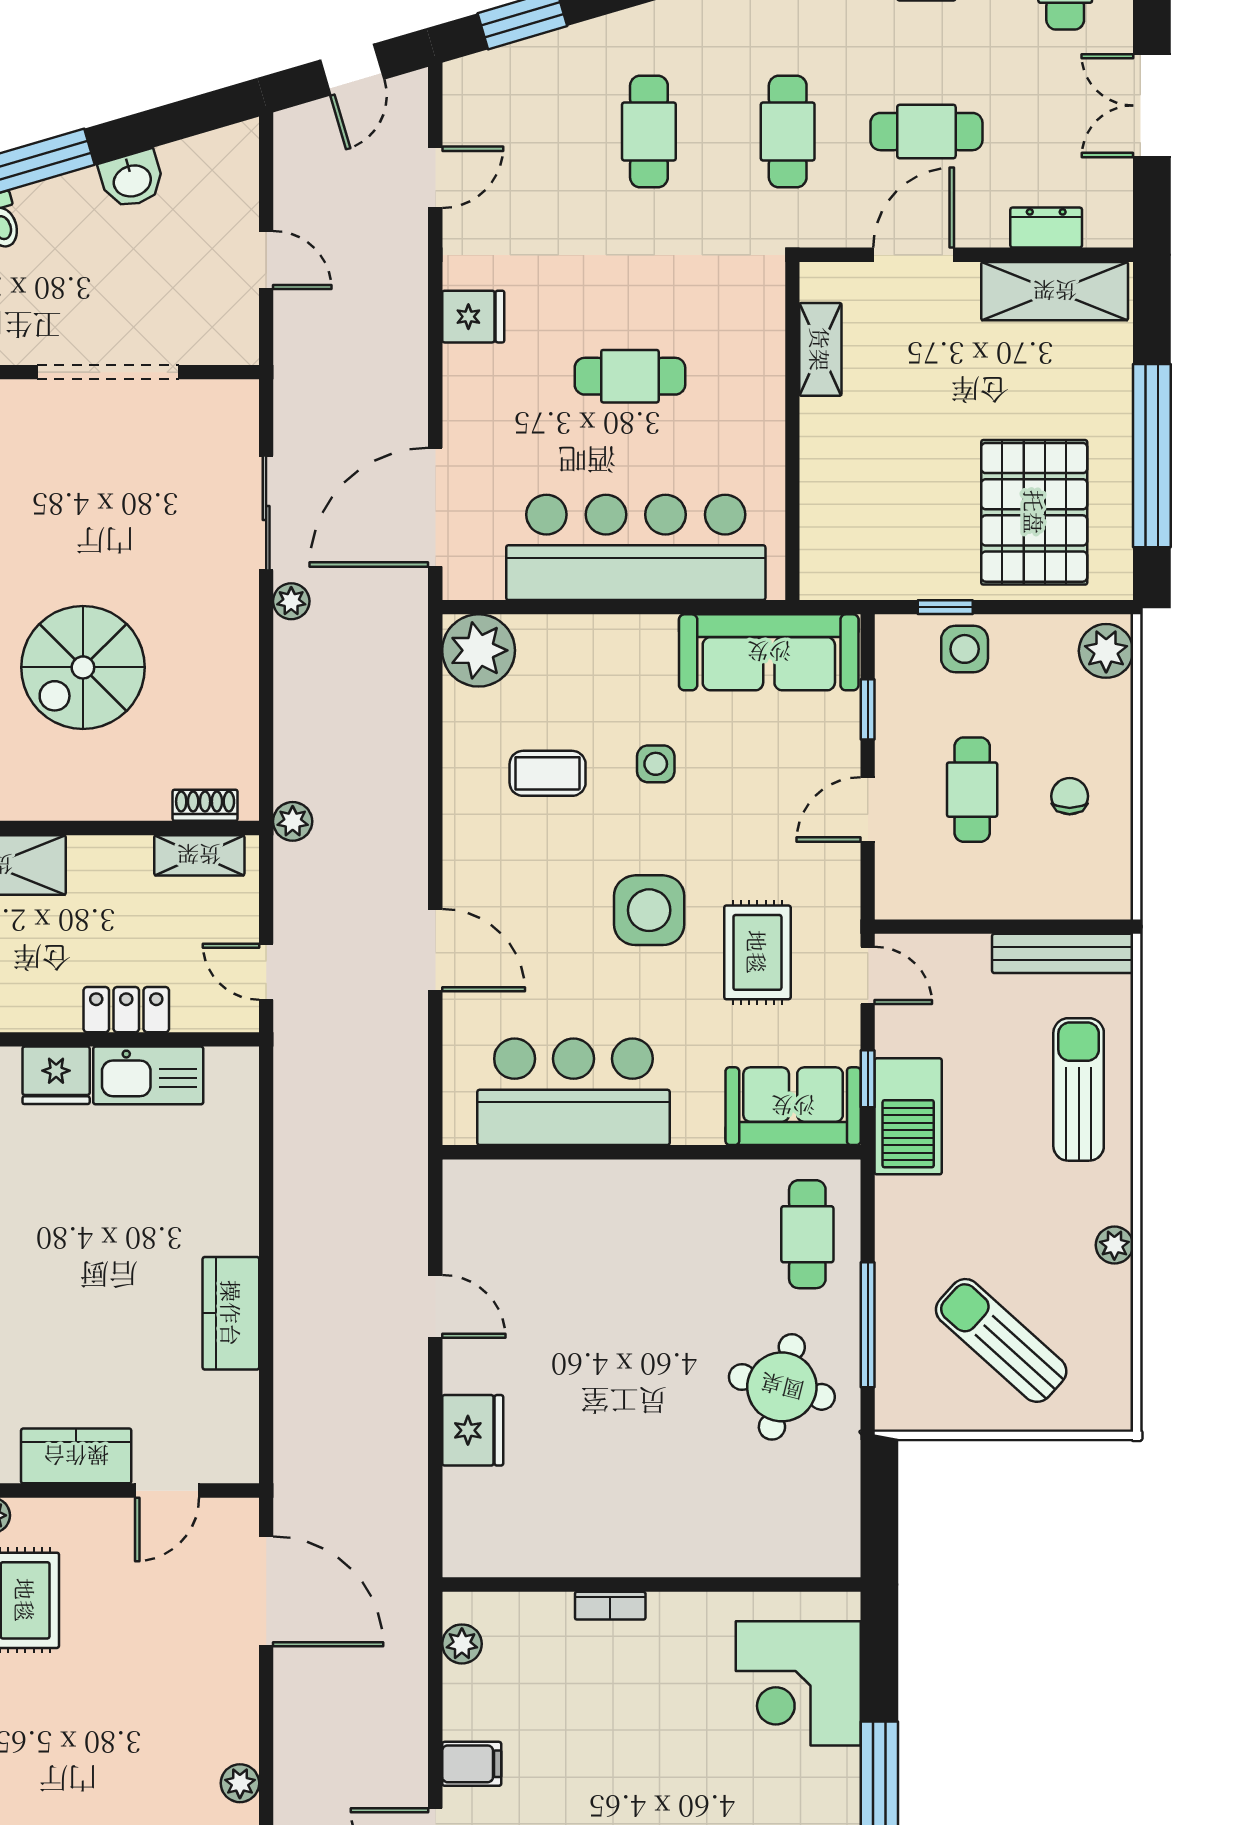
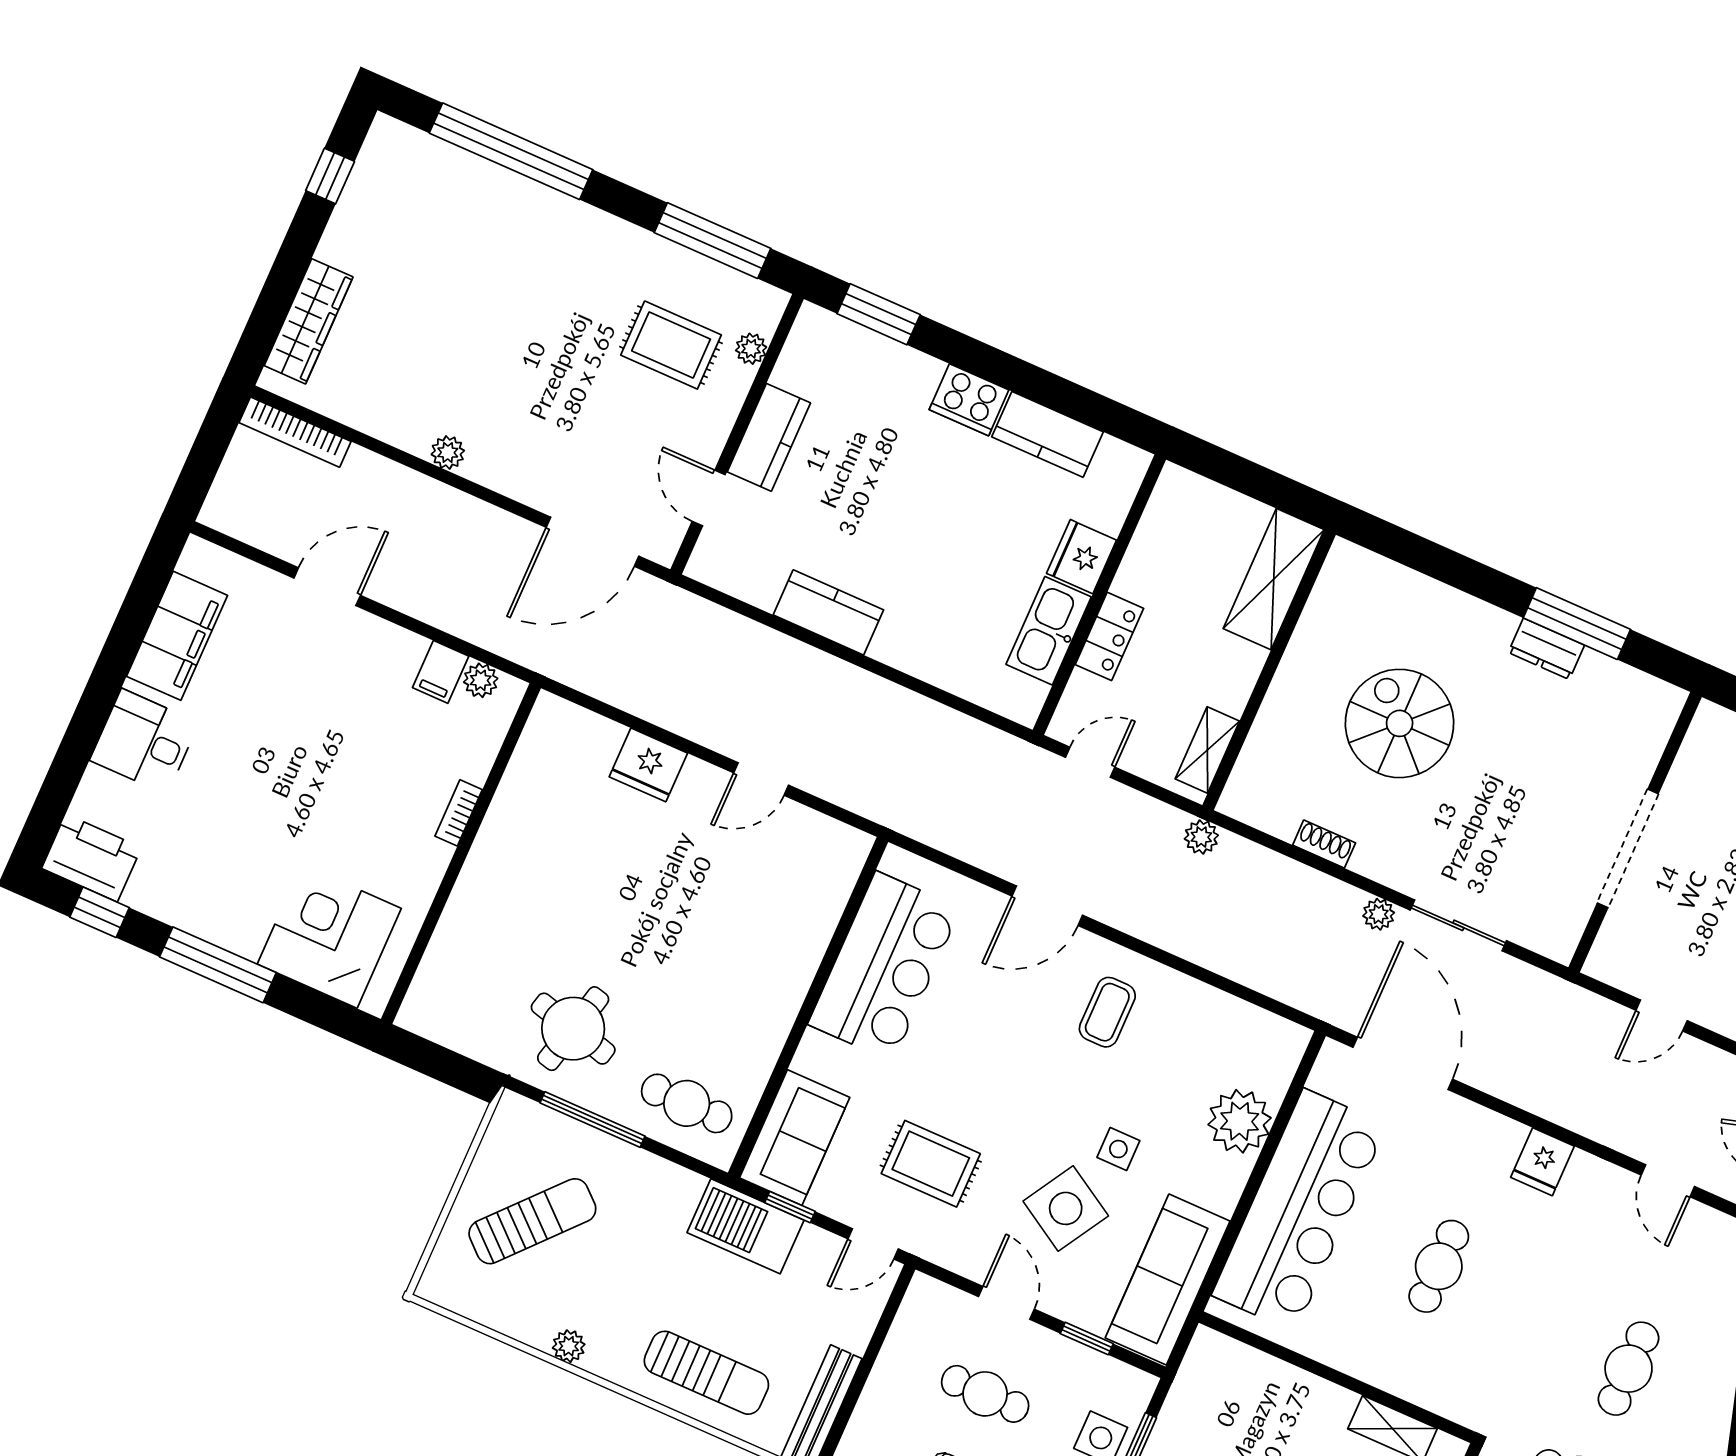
cafe table: (649, 132) -> (1629, 1369), turned 90
plant: (479, 650) -> (1240, 1121), moved
coffee table: (548, 773) -> (1107, 1012), moved
shoe rack: (205, 805) -> (1324, 844), moved, turned -90
side table: (649, 910) -> (1066, 1208), moved, turned 31
filing cabinet: (472, 1764) -> (441, 672), moved

